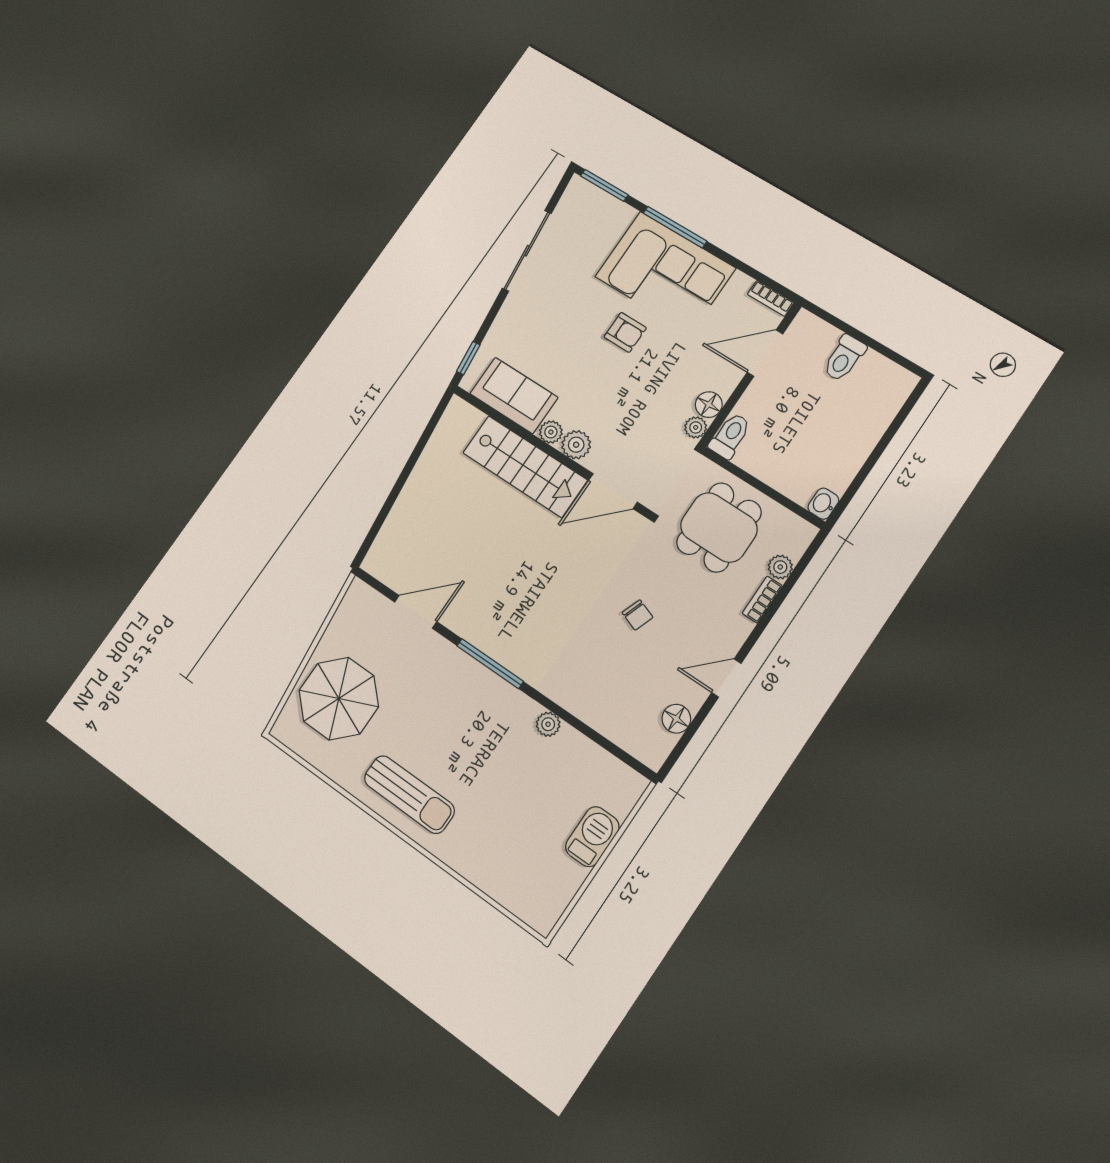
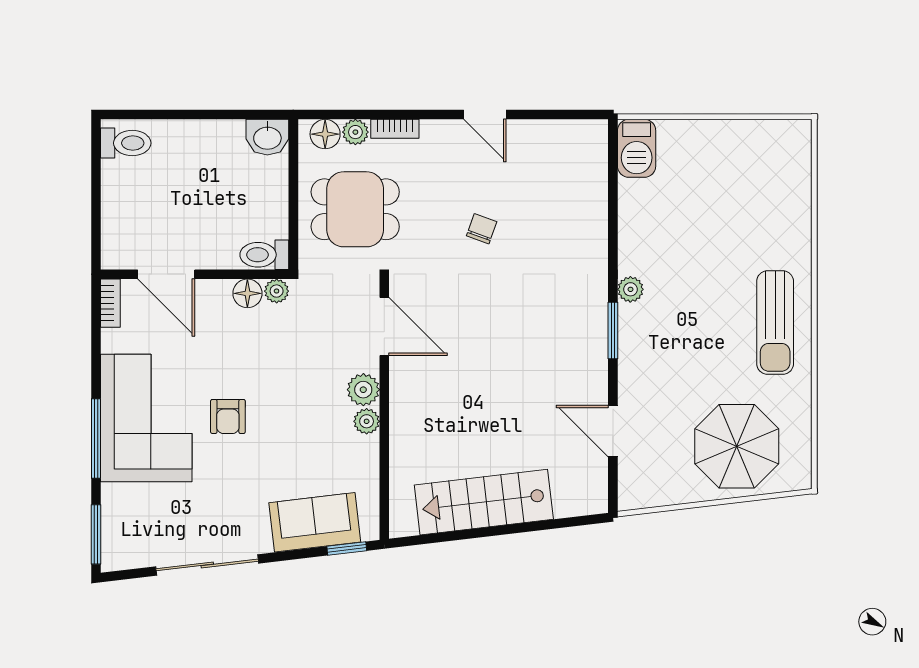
armchair: (625, 332) -> (228, 416), turned 180
toilet: (844, 358) -> (126, 143), moved
sofa: (514, 395) -> (315, 522), moved, turned 83
stairs: (525, 466) -> (484, 502), moved, turned -97
washbasin: (823, 504) -> (267, 137), width x1.38, depth x1.45
window: (490, 664) -> (613, 331), width x0.69
floor lamp: (676, 719) -> (325, 134), moved
plant: (548, 724) -> (630, 289), moved
sun lounger: (409, 794) -> (775, 323), turned 180
barbecue: (592, 837) -> (637, 148), moved, turned -90

